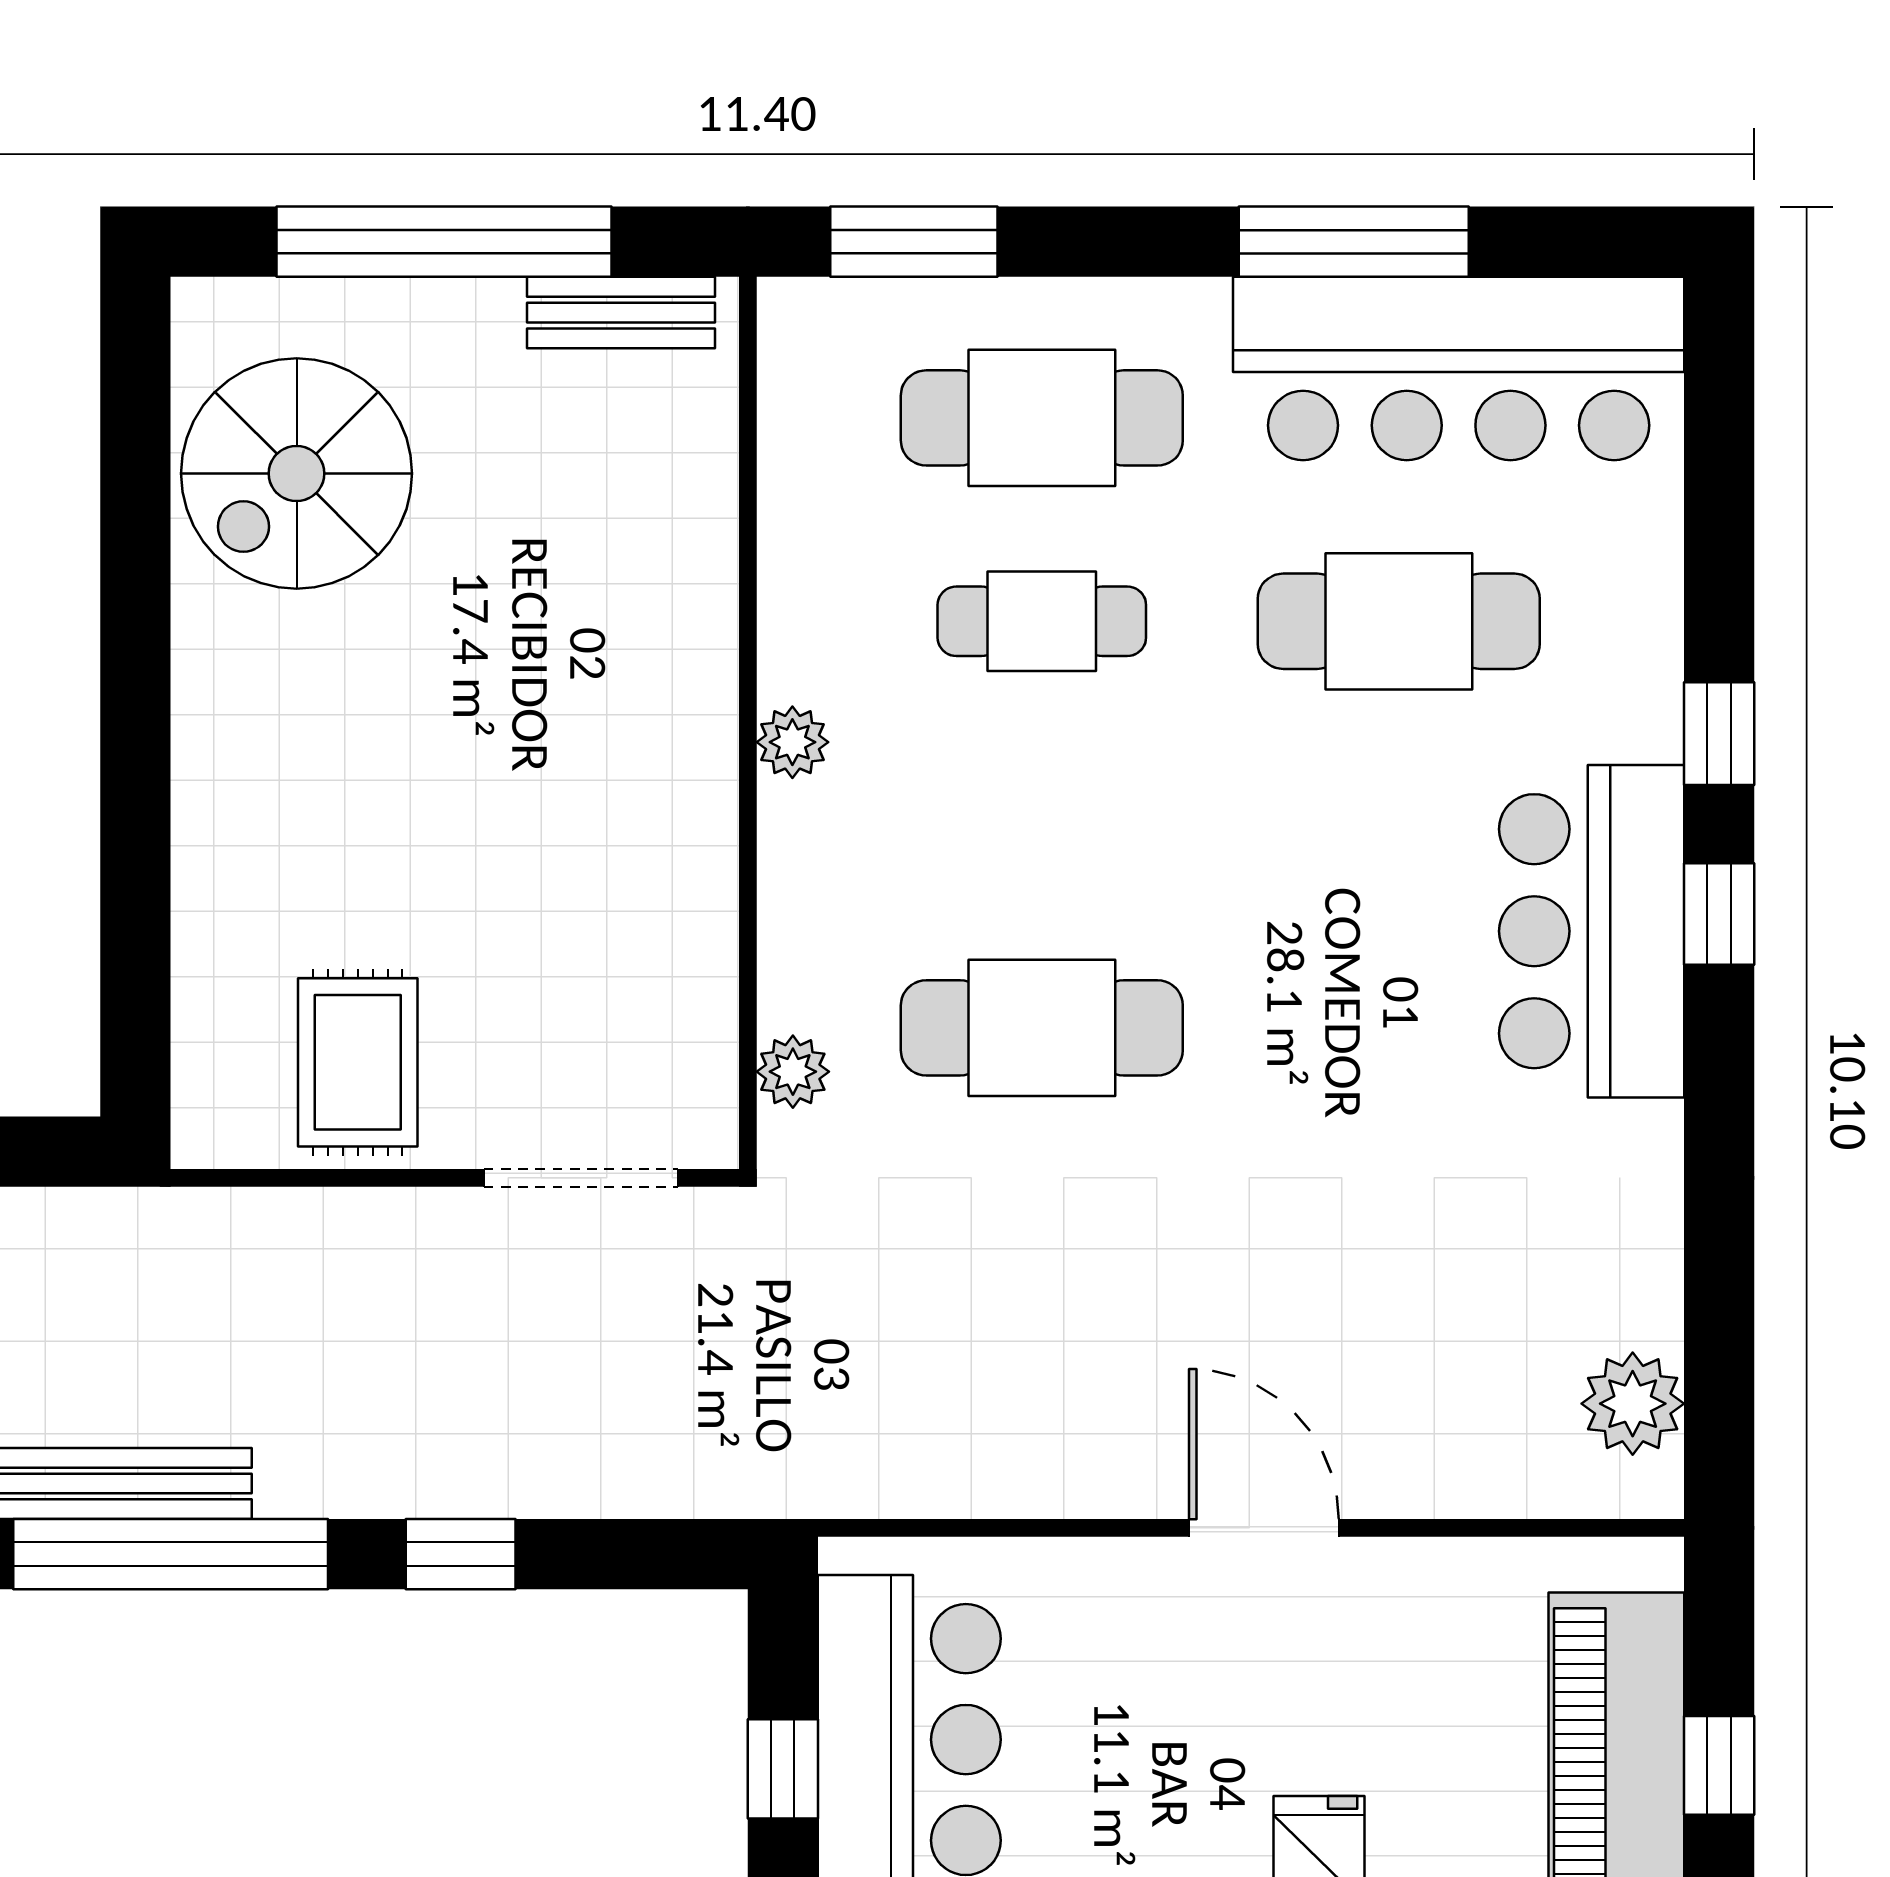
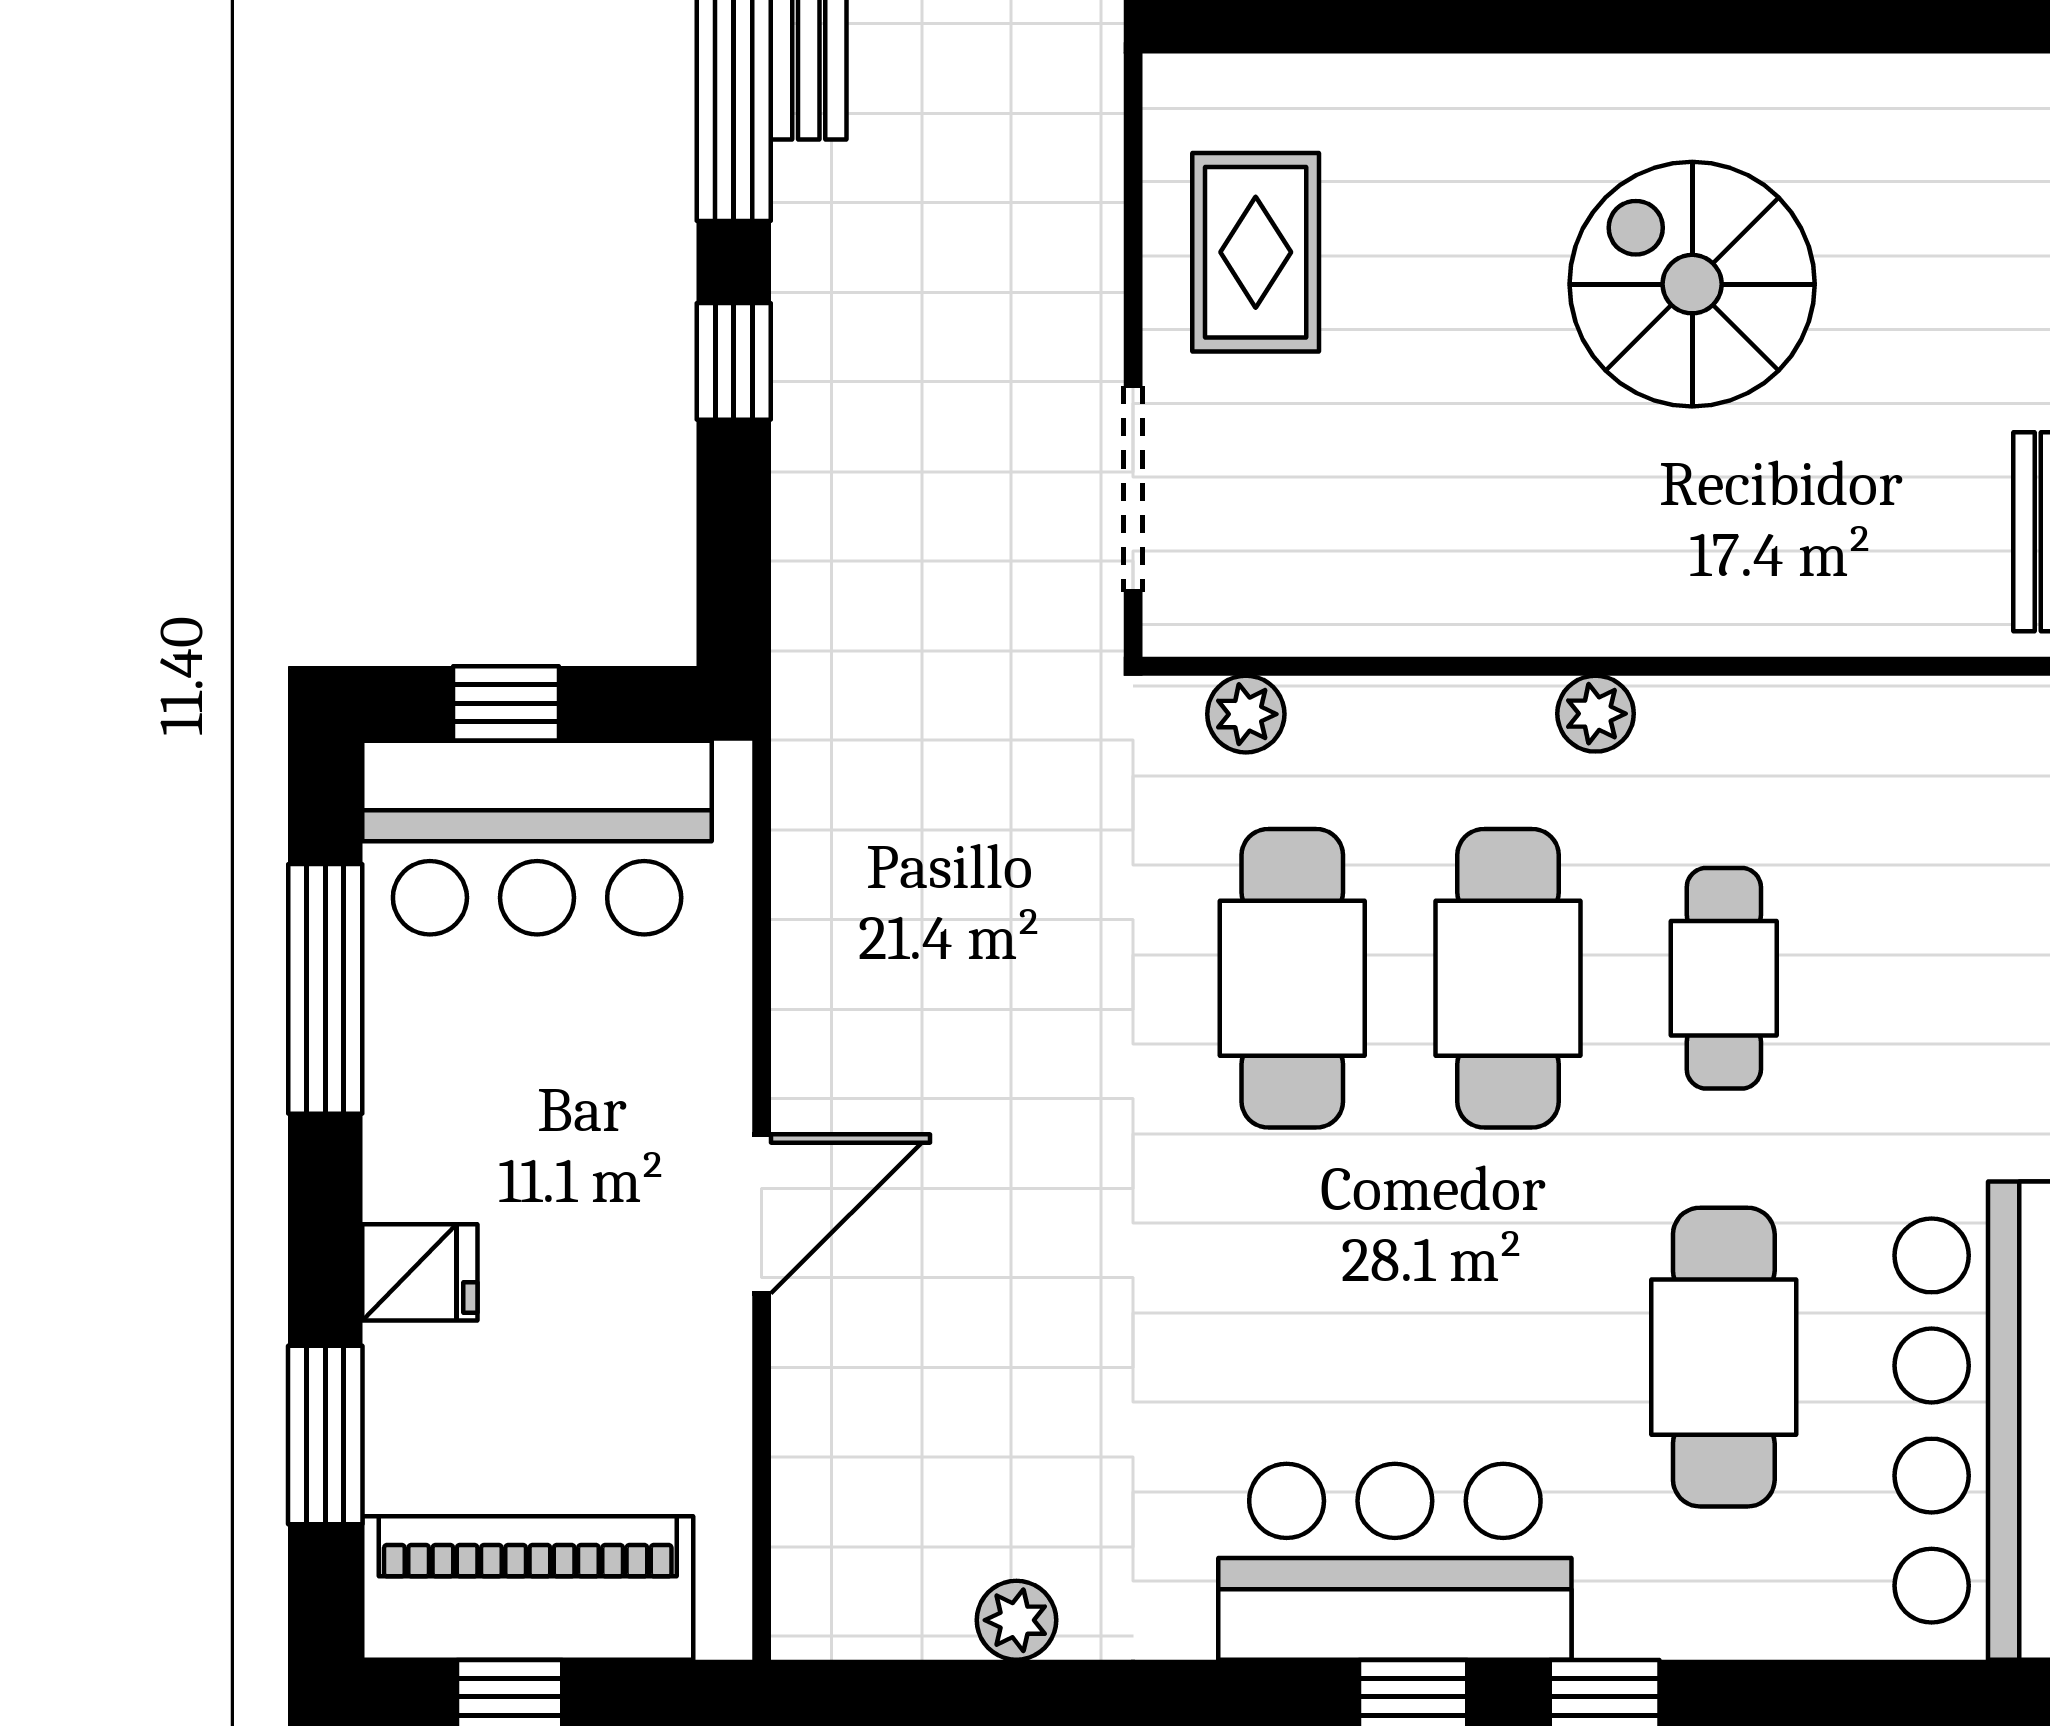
cafe table: (1042, 418) -> (1508, 978), moved
spiral stairs: (297, 473) -> (1692, 284), moved
rug: (358, 1062) -> (1256, 252), turned 90
plant: (1633, 1404) -> (1016, 1620), moved, width x0.73, depth x0.73

